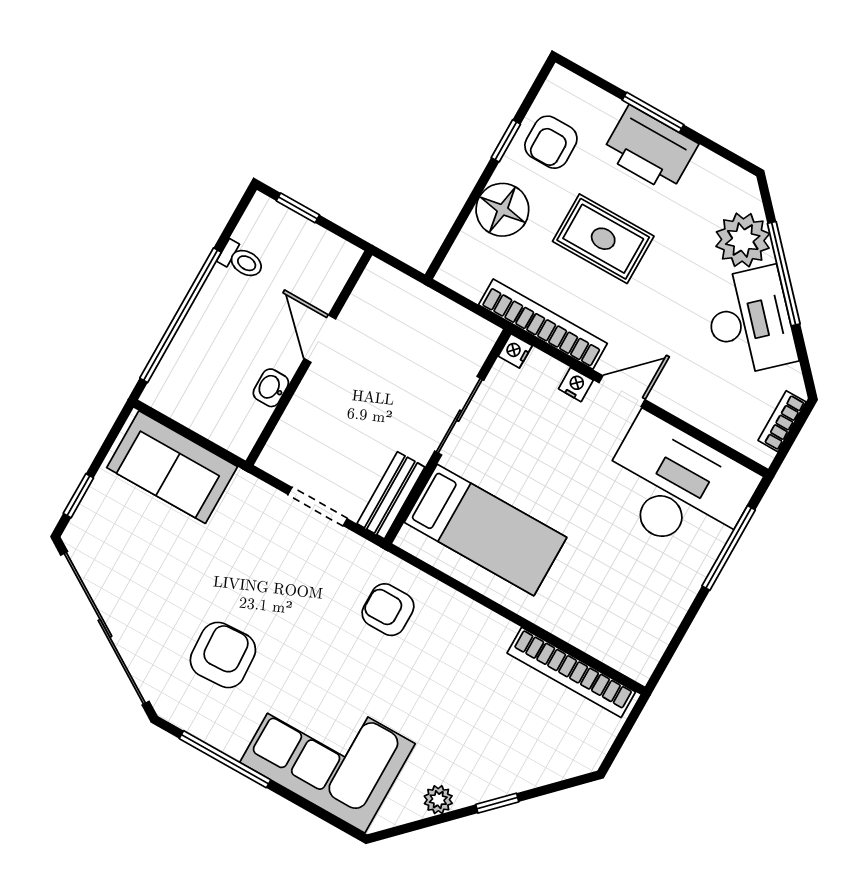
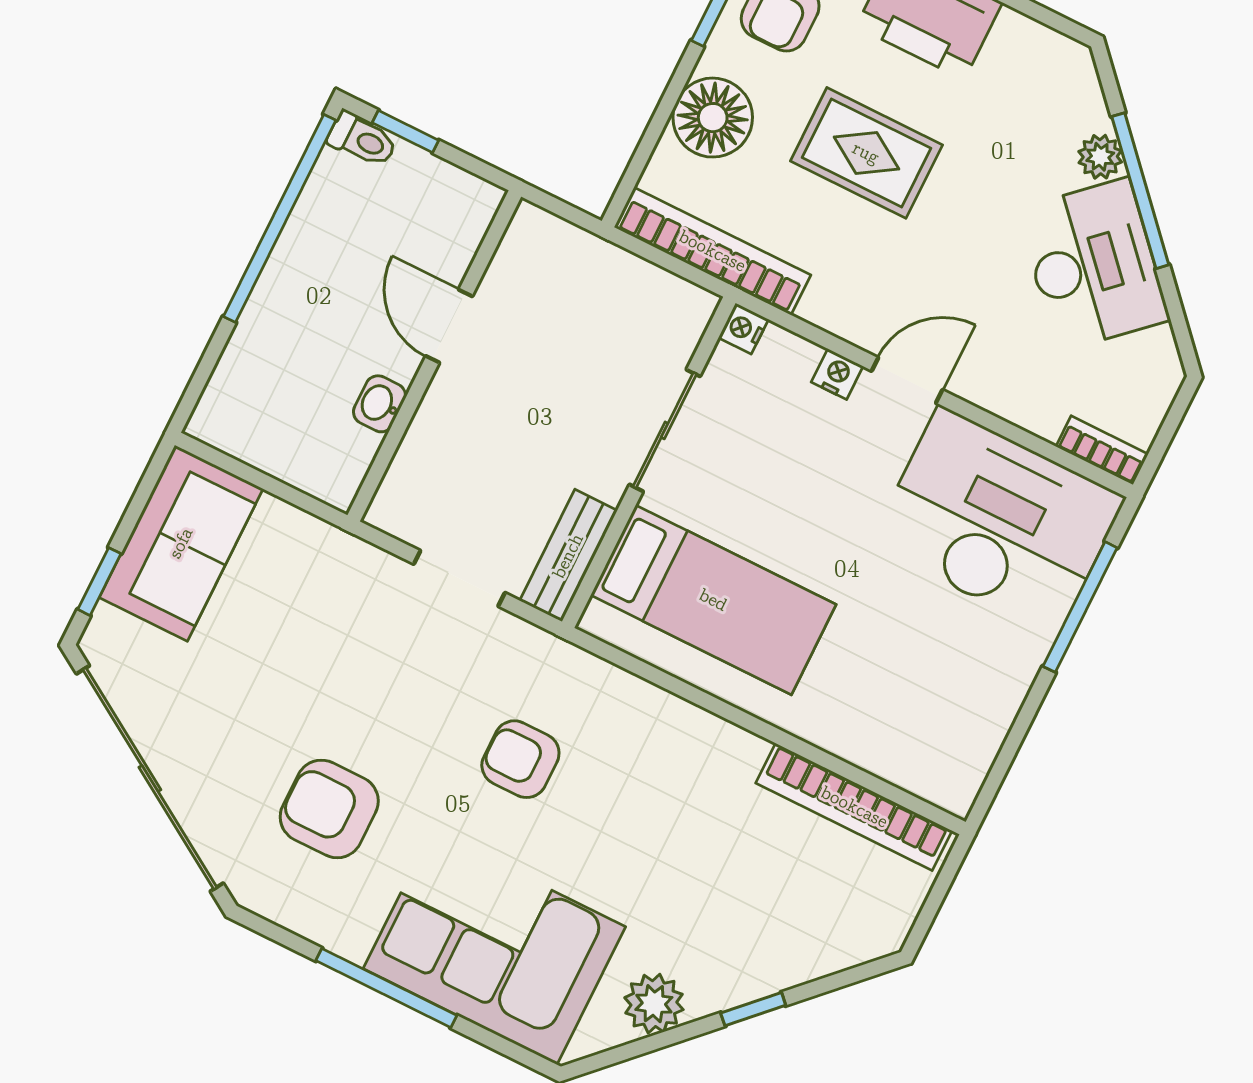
plant: (743, 240) -> (1100, 157), width x0.53, depth x0.53
toilet: (241, 260) -> (362, 140), moved
window: (181, 315) -> (280, 218), moved
bookcase: (543, 324) -> (712, 251), moved
bookcase: (782, 421) -> (1102, 450), moved, turned 90
sofa: (172, 467) -> (181, 543), moved, turned -90
armchair: (388, 610) -> (520, 759), moved
armchair: (223, 655) -> (329, 809), turned -87
window: (225, 759) -> (386, 988), moved
plant: (438, 800) -> (654, 1004), width x1.38, depth x1.38

